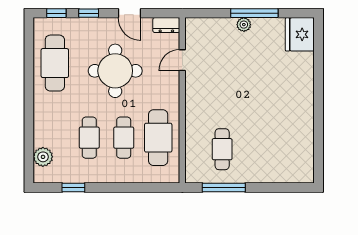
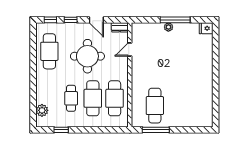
fridge: (300, 34) -> (206, 28), width x0.53, depth x0.75
cafe table: (124, 138) -> (93, 98), width x1.37, depth x1.35
cafe table: (222, 149) -> (155, 106), width x1.37, depth x1.35

